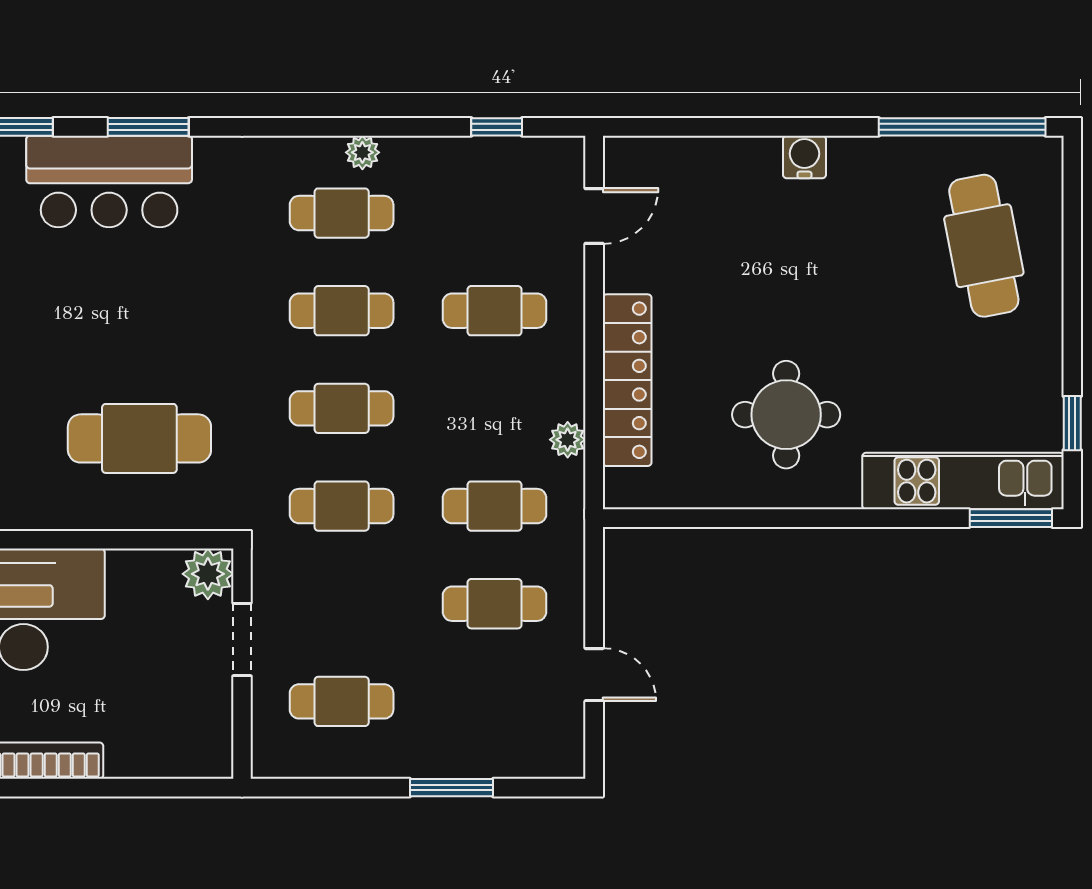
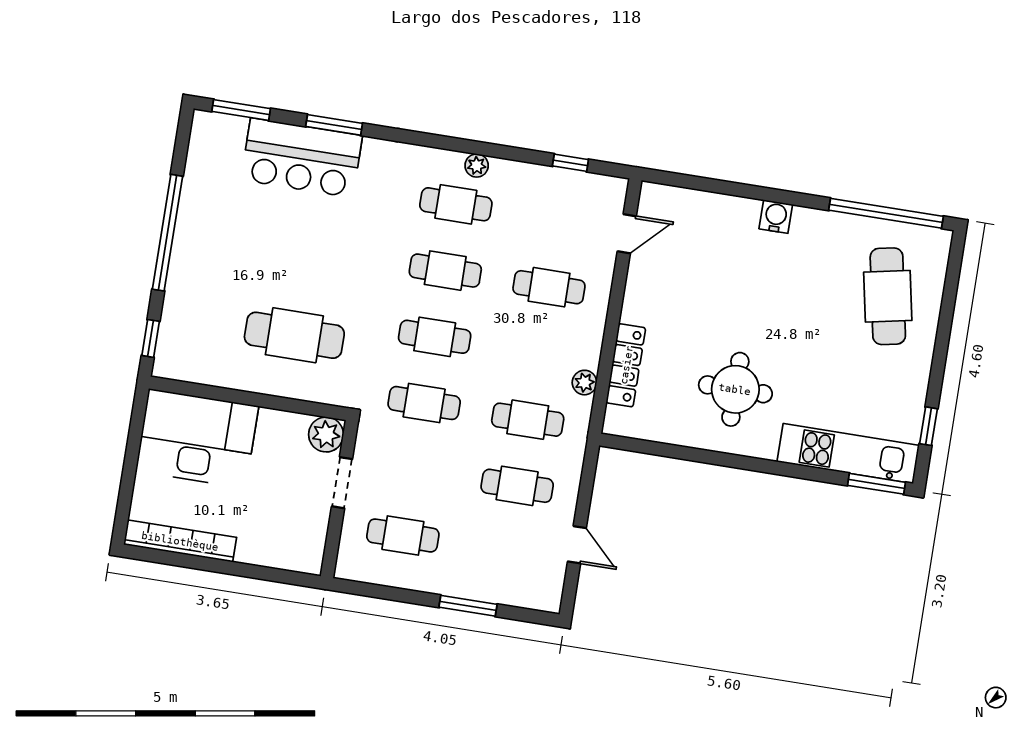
locker: (627, 380) -> (626, 365), width x0.71, depth x0.83

